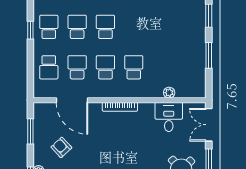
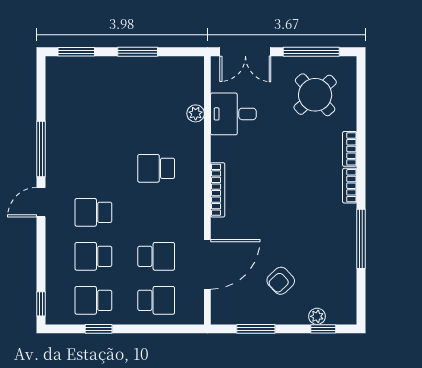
school desk: (77, 67) -> (156, 256), turned 180
school desk: (105, 67) -> (156, 212), removed

